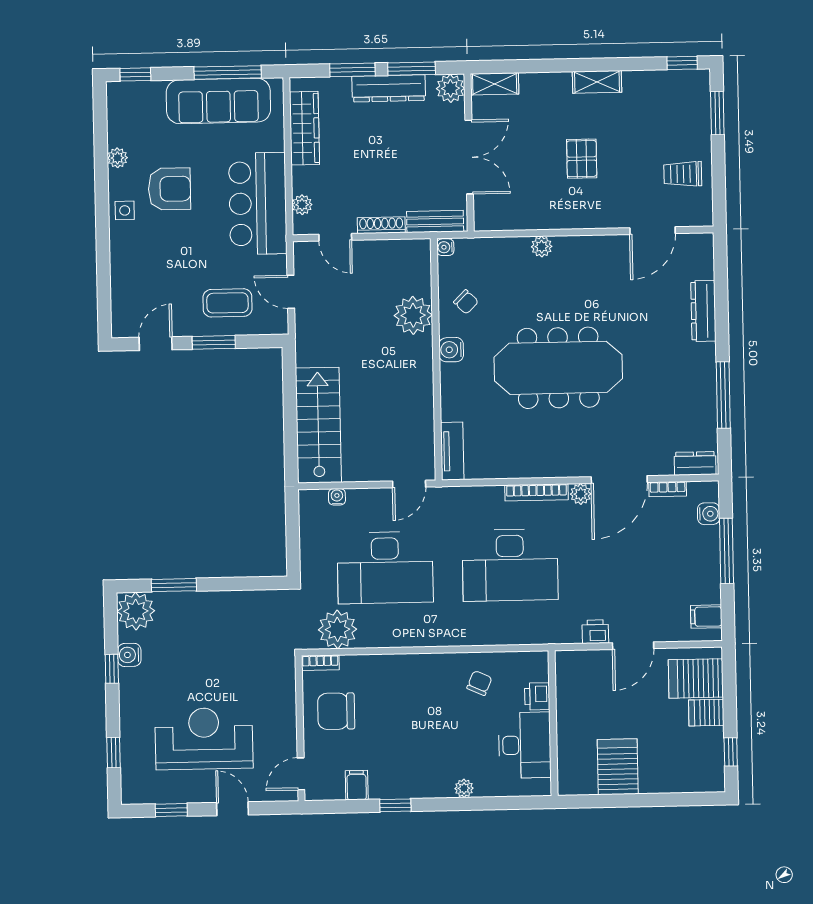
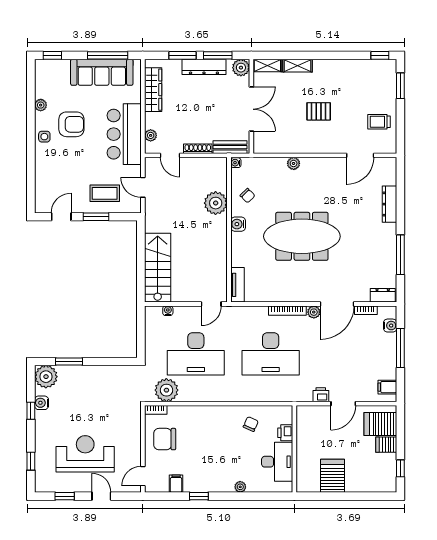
shelving: (597, 82) -> (297, 66), moved
pallet: (582, 159) -> (319, 111), turned 90

